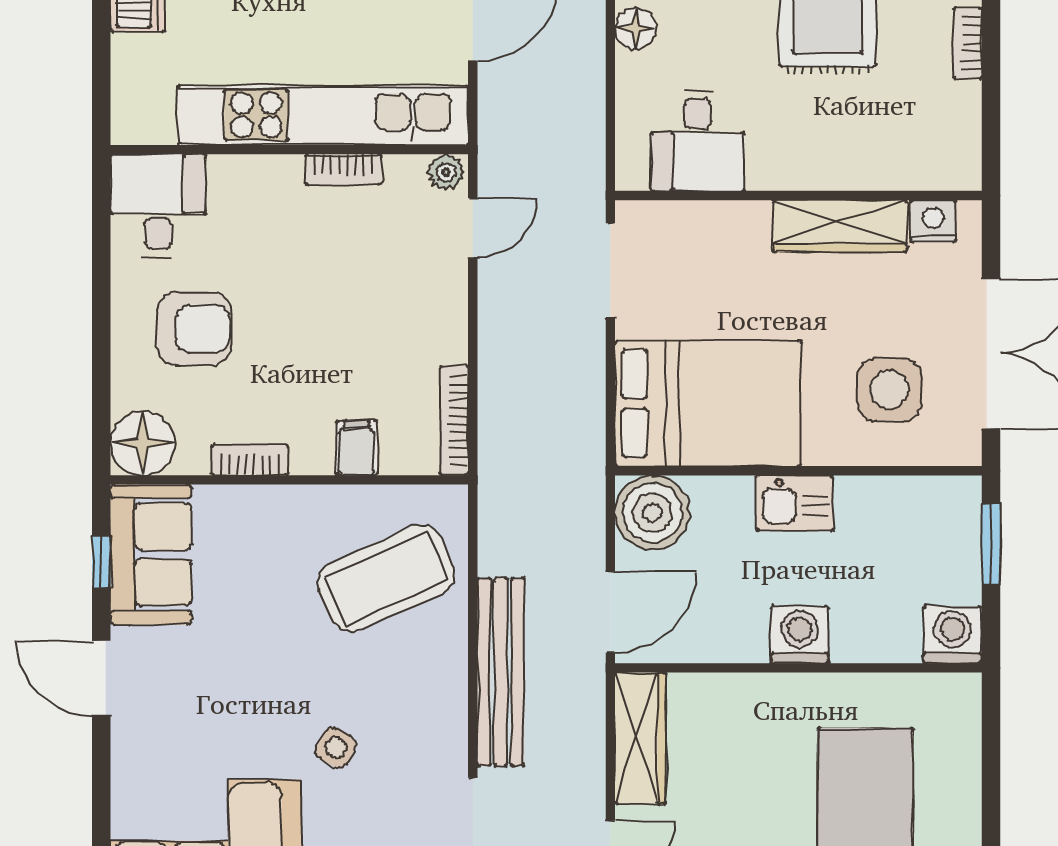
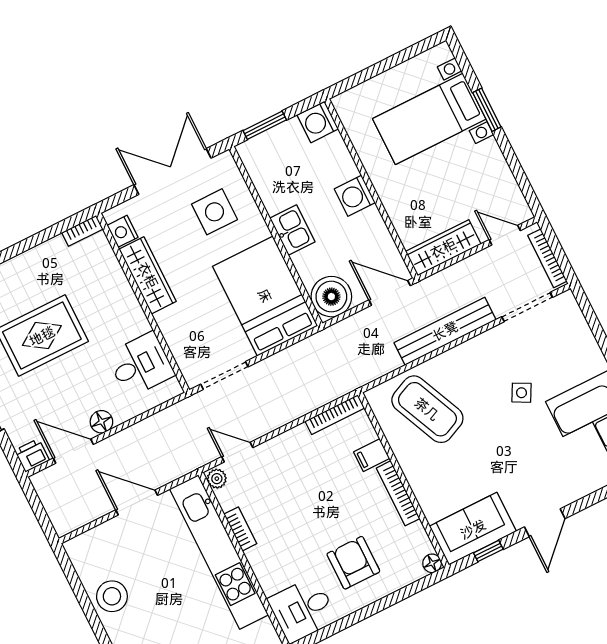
bookcase: (968, 43) -> (82, 231), moved
floor lamp: (143, 443) -> (432, 563), width x0.53, depth x0.53
bookcase: (250, 460) -> (398, 493), width x1.56

